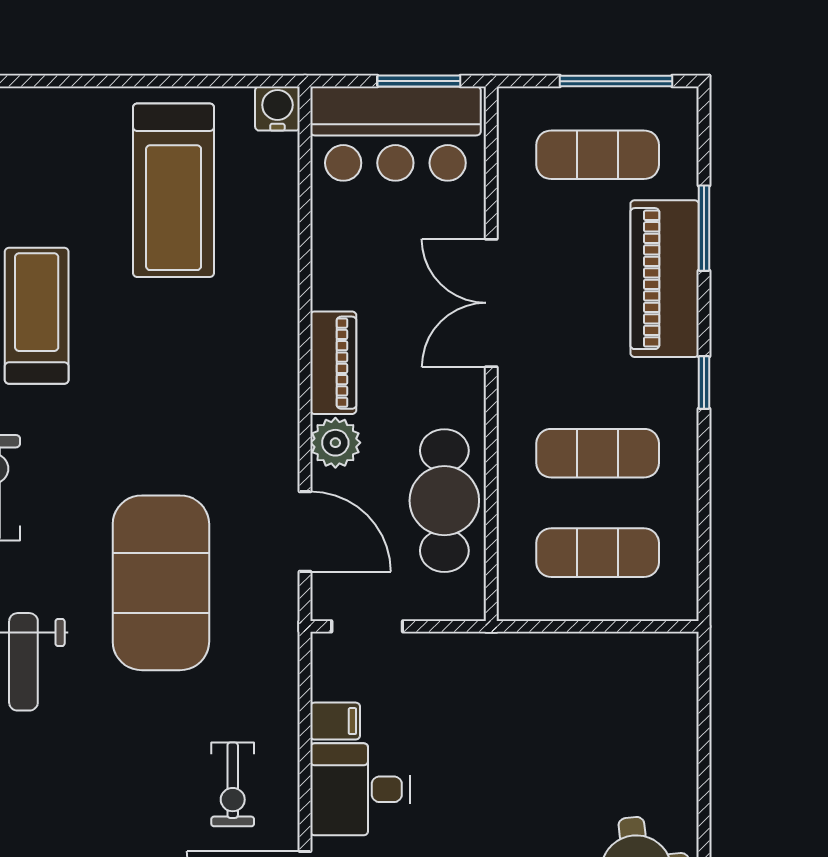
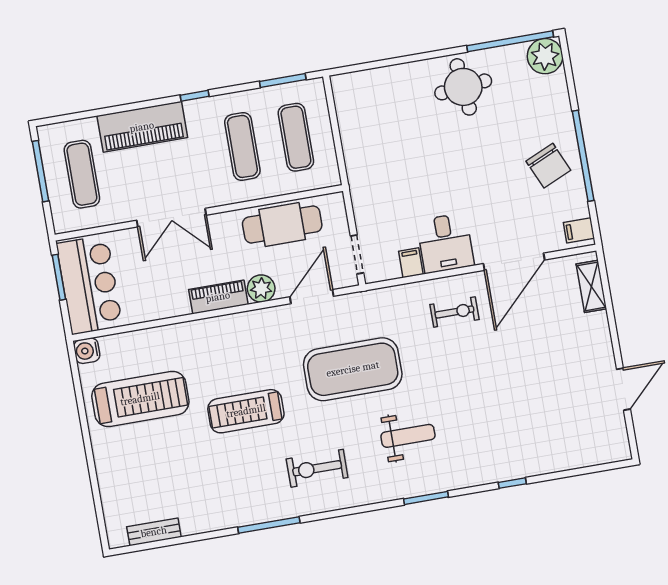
window: (704, 228) -> (283, 81), moved
treadmill: (37, 316) -> (246, 411), moved

